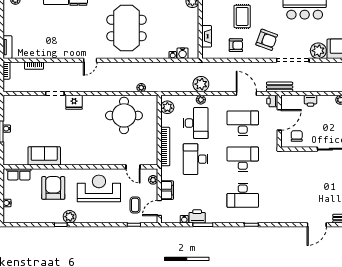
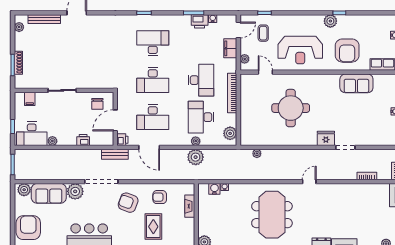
round table: (124, 115) -> (291, 108), moved

